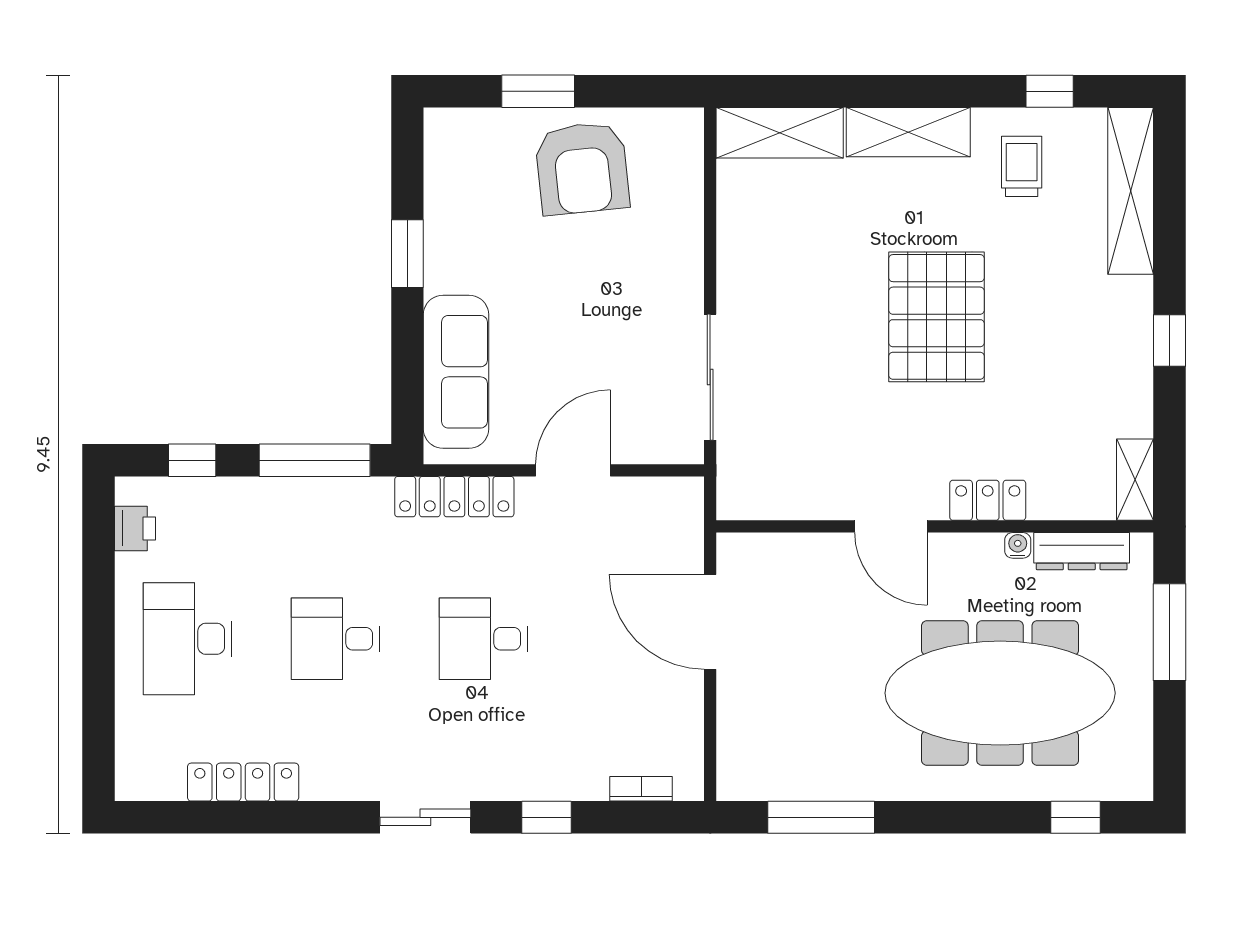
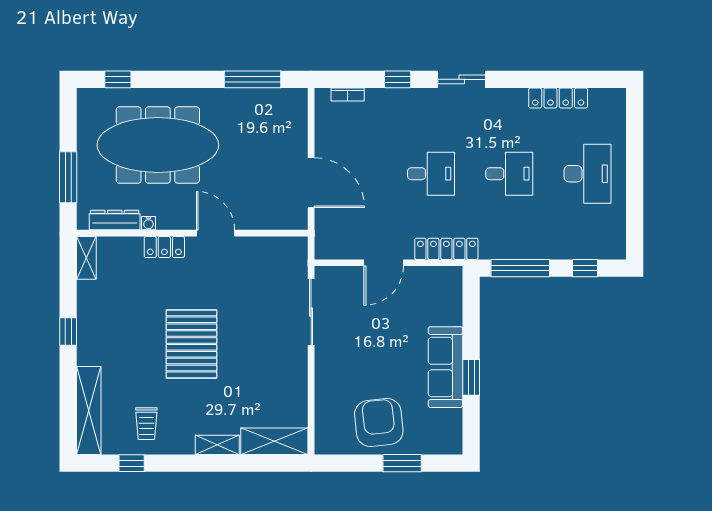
shelving: (908, 132) -> (217, 445), width x0.67, depth x0.75
sofa: (456, 372) -> (446, 367), moved
printer: (135, 528) -> (615, 232), removed

